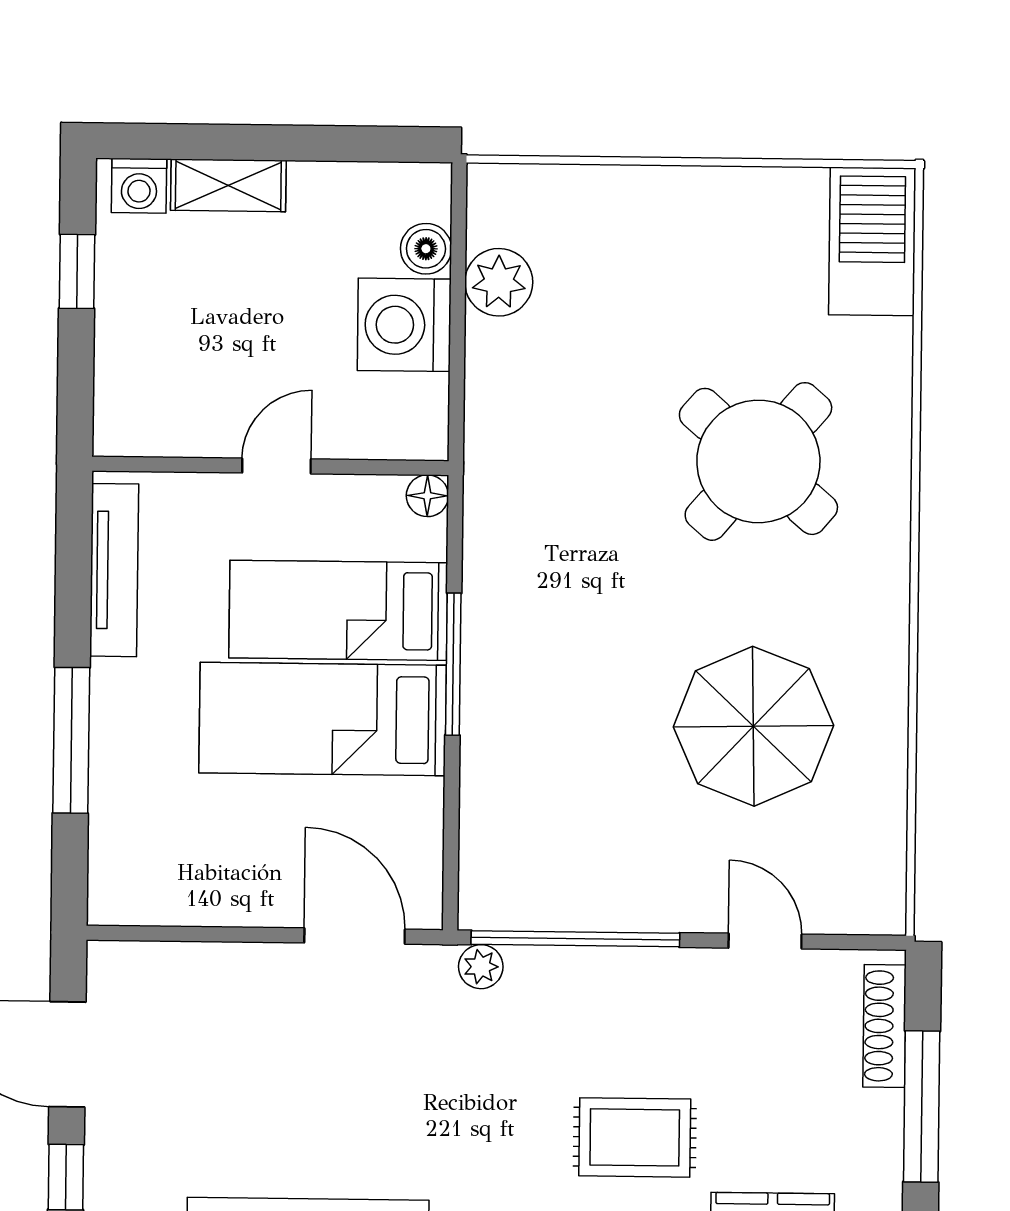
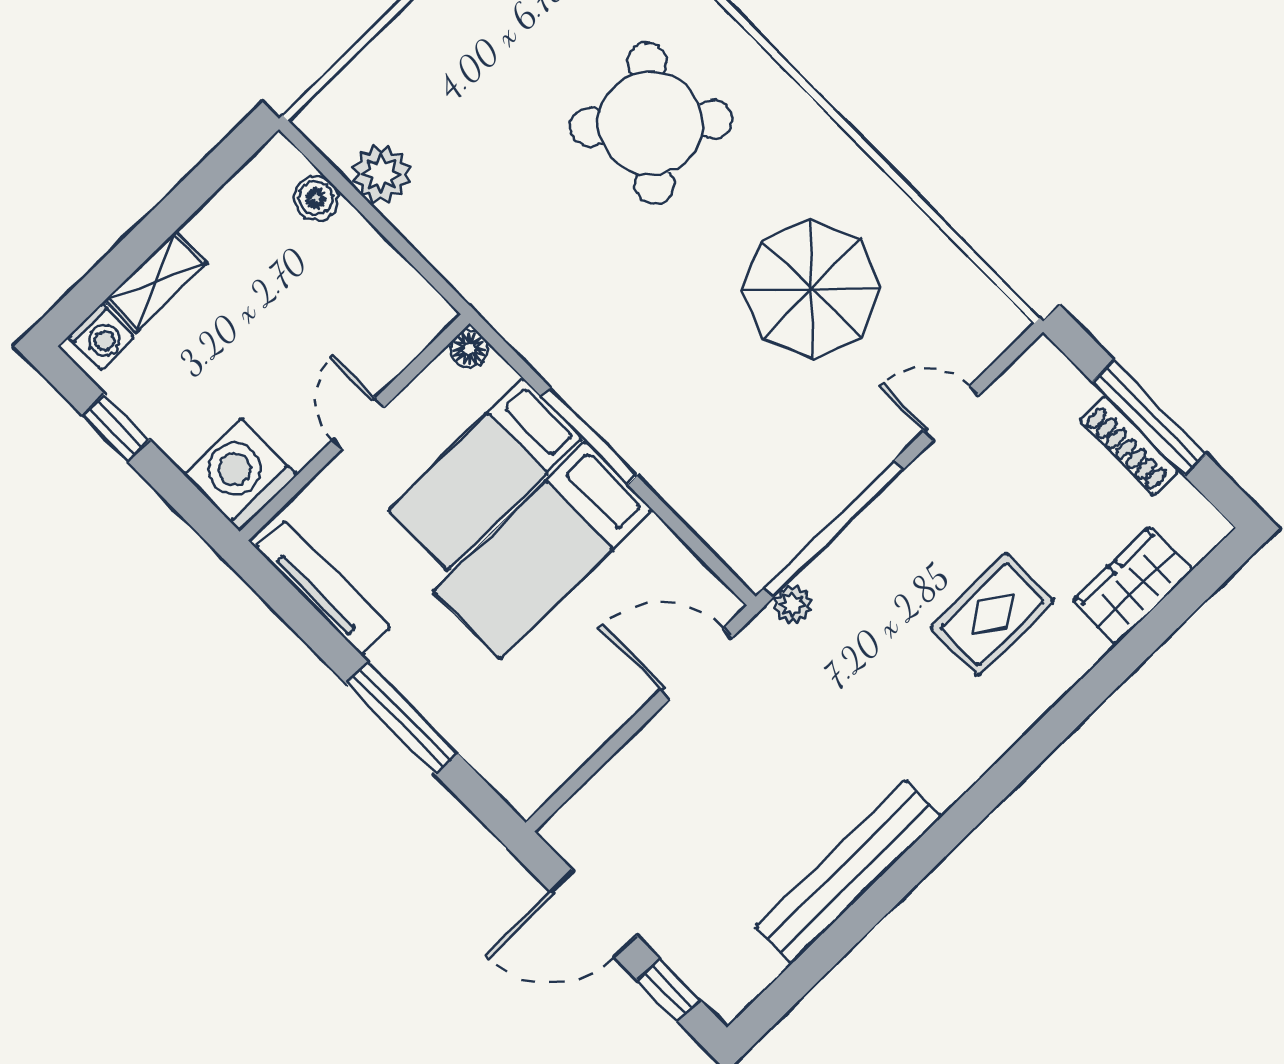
washing machine: (404, 325) -> (240, 475), moved, turned 90
shoe rack: (884, 1026) -> (1129, 445), moved

